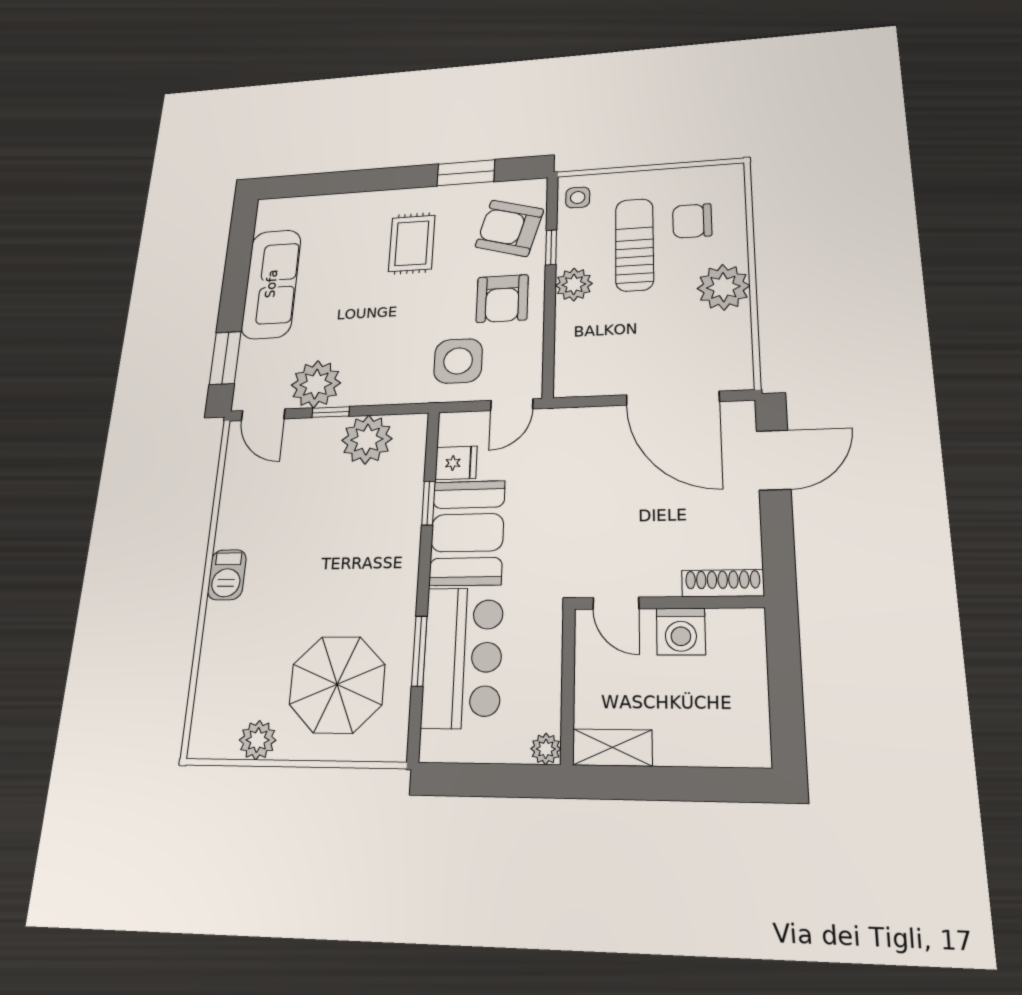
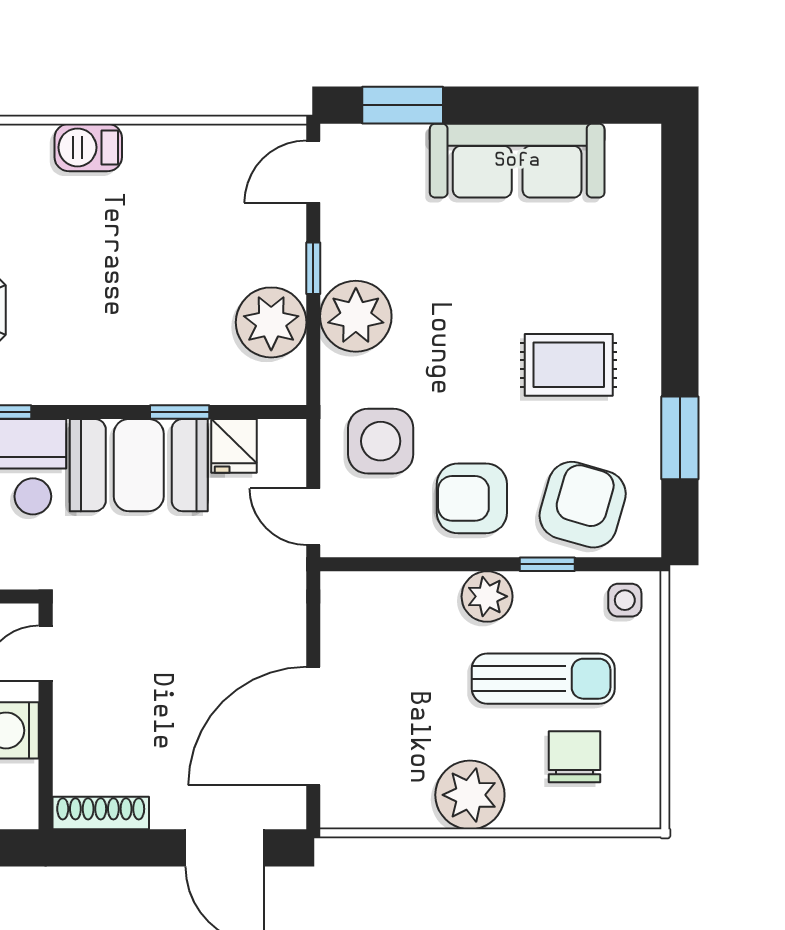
plant: (316, 384) -> (356, 316), moved
shoe rack: (723, 583) -> (101, 813), moved, turned -90

